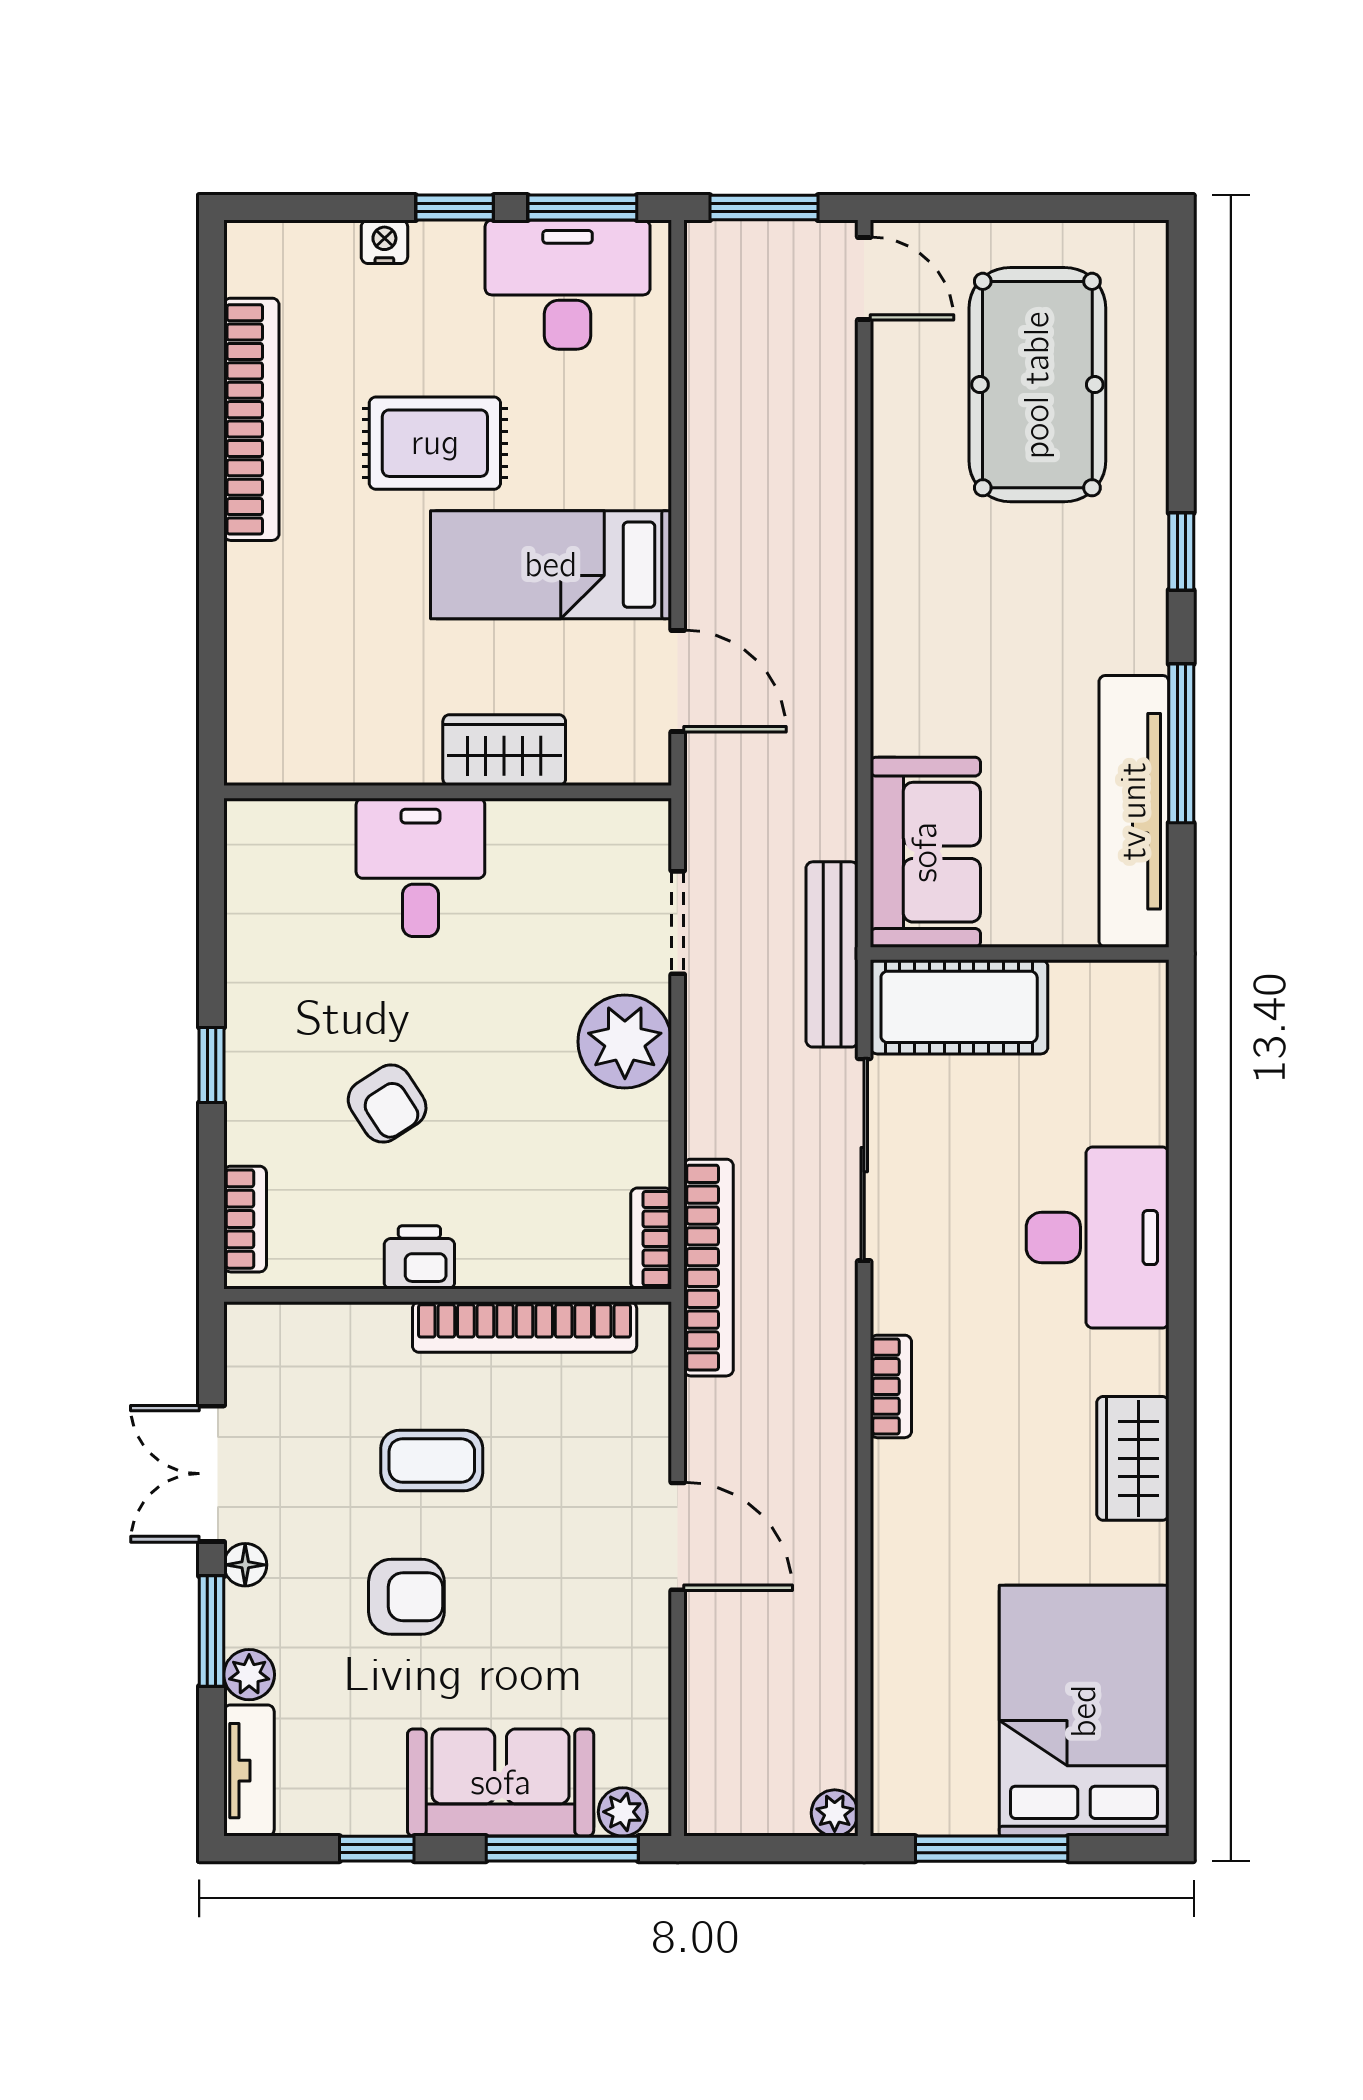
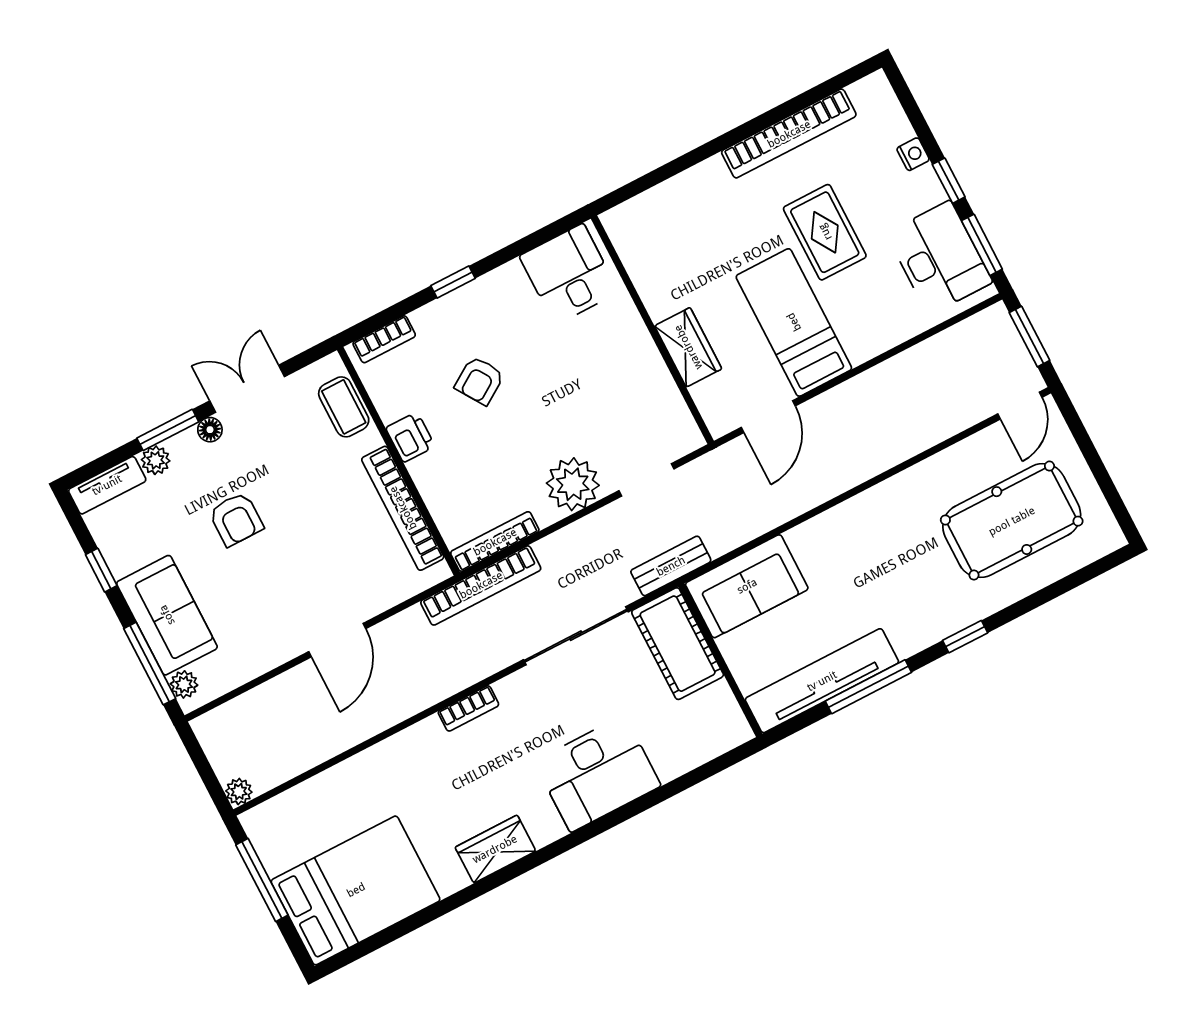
desk: (420, 867) -> (569, 274), moved, turned -90
bench: (832, 954) -> (671, 566), width x0.73
bookcase: (651, 1239) -> (495, 542), width x1.56
coffee table: (432, 1460) -> (344, 407), moved

